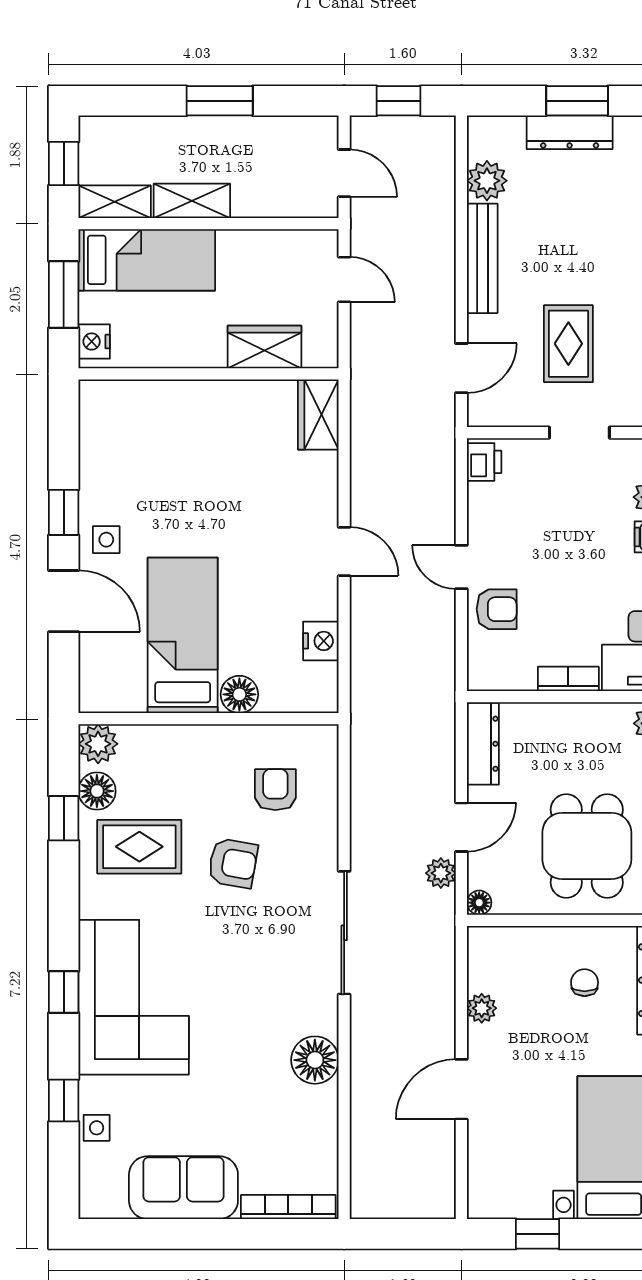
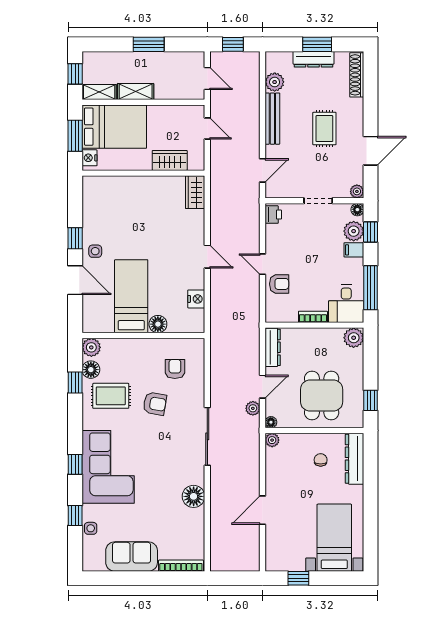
bed: (147, 260) -> (114, 127), width x1.50
rug: (568, 344) -> (324, 129), moved
plant: (482, 1008) -> (272, 440), moved

